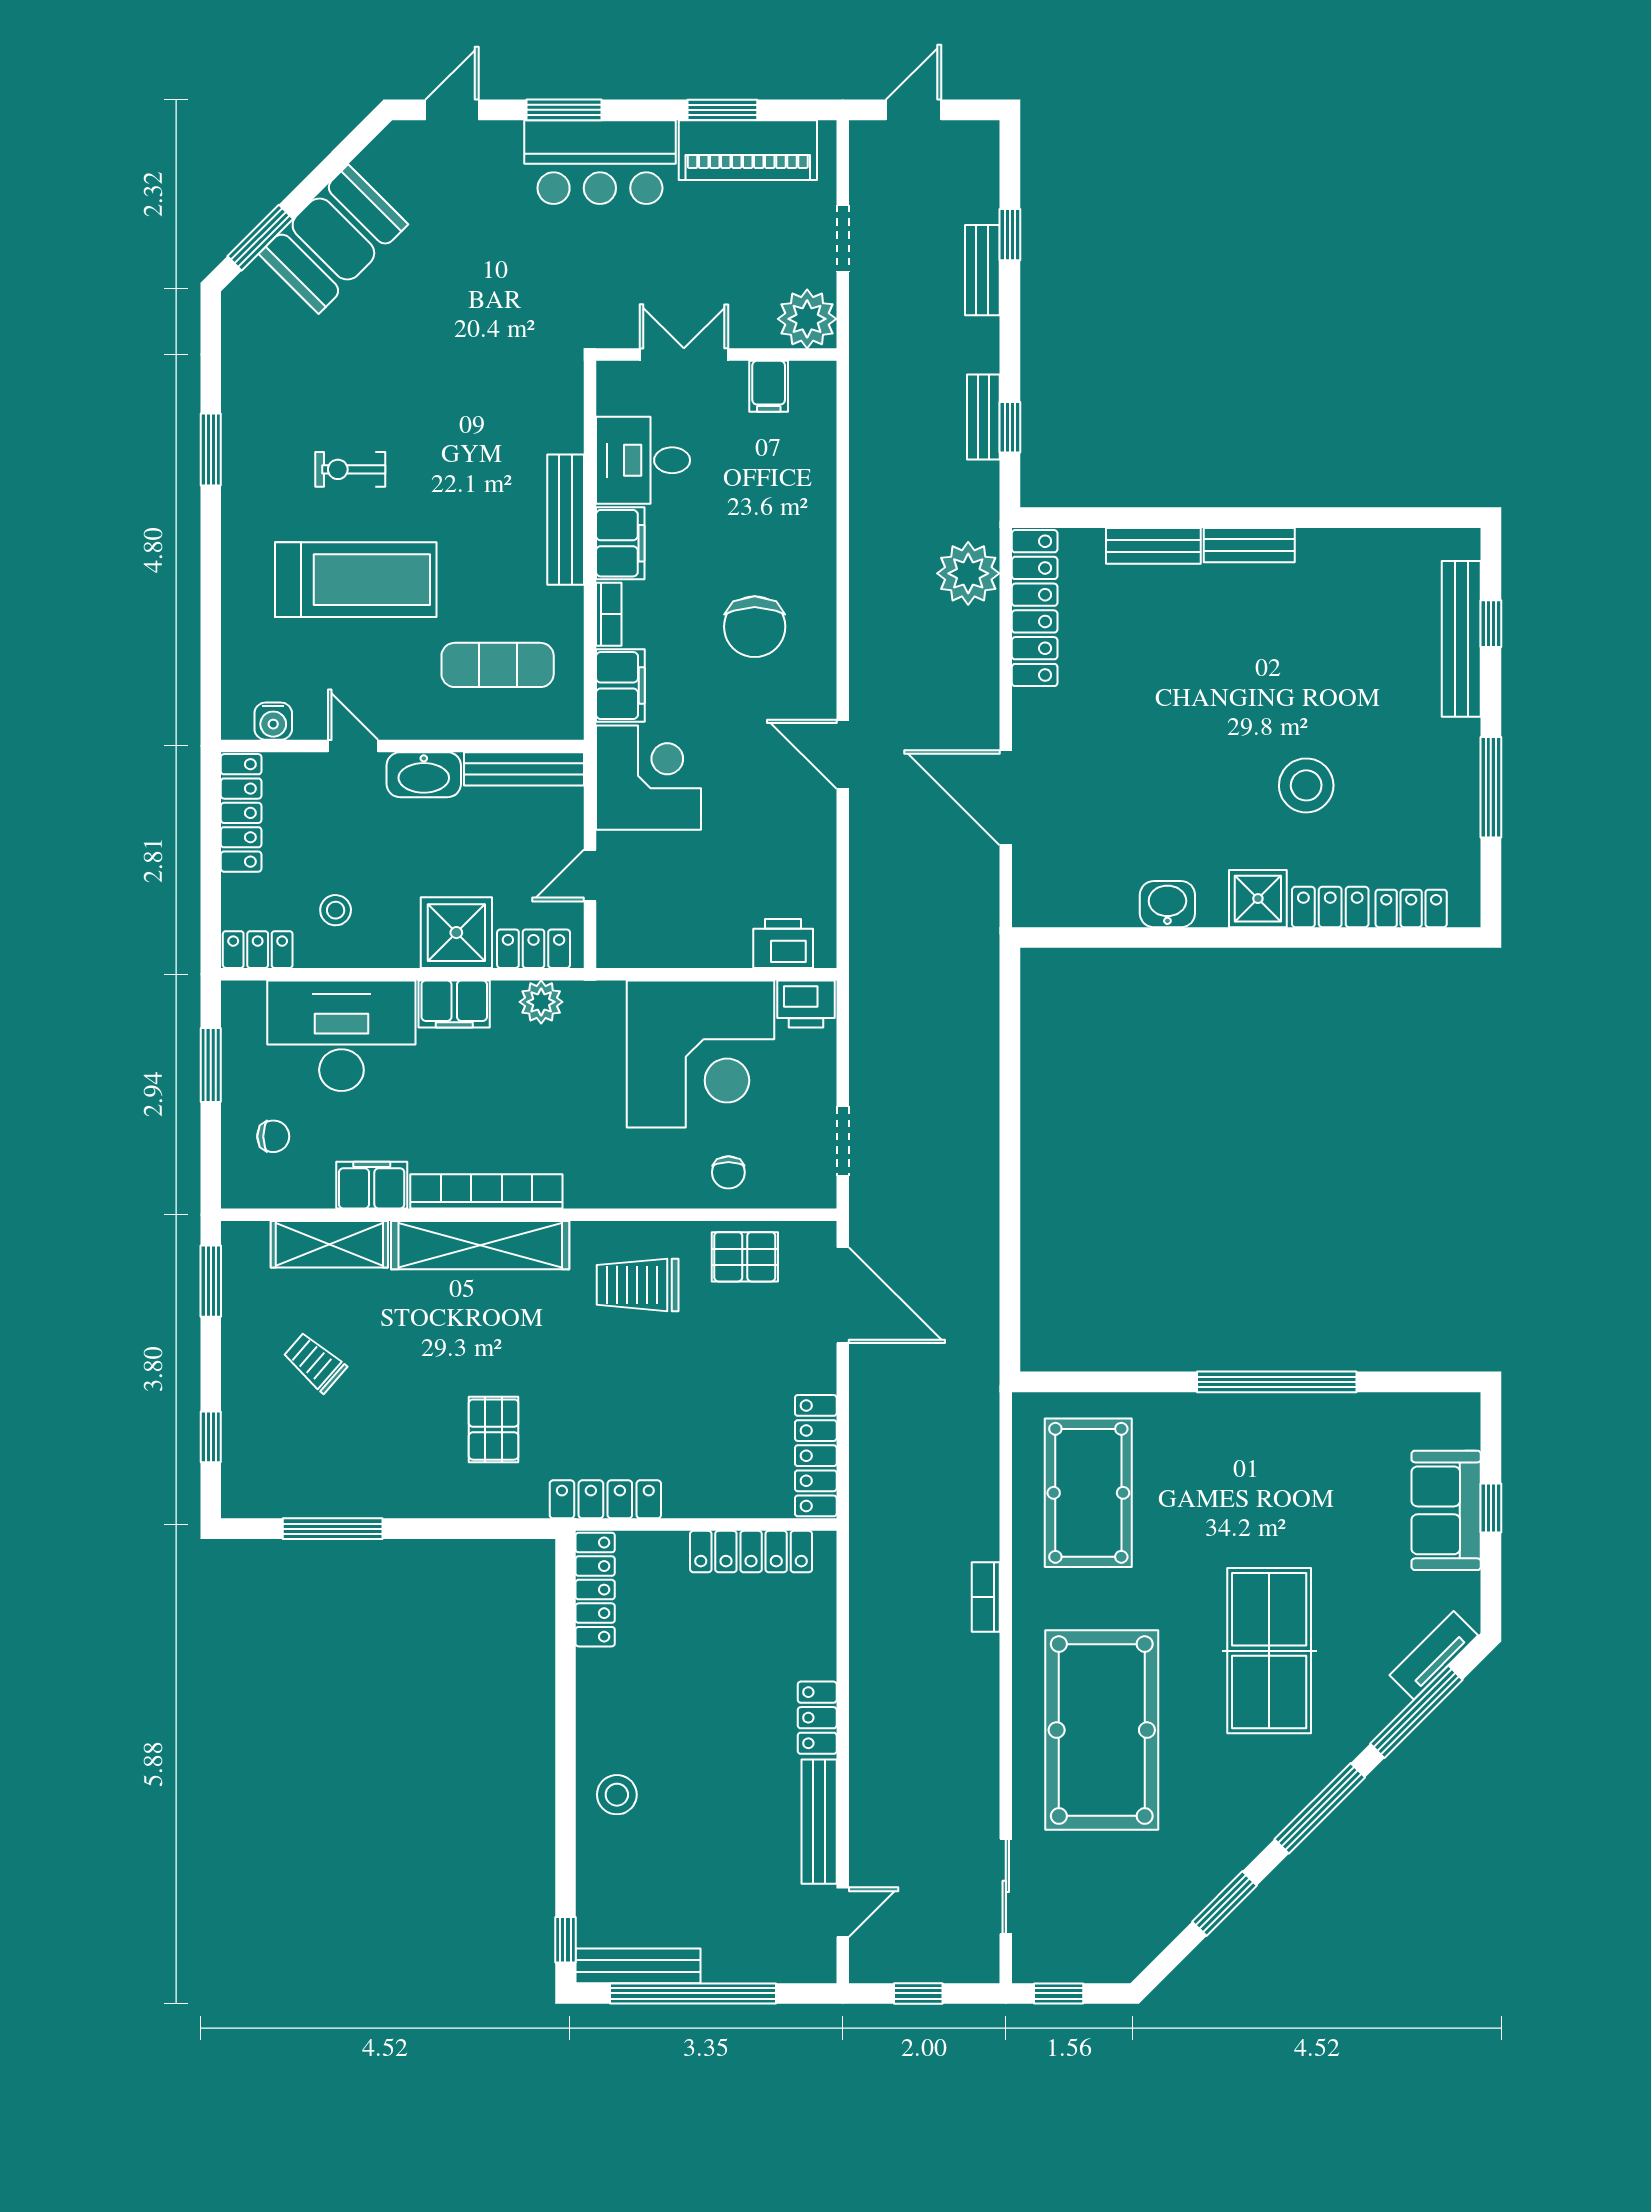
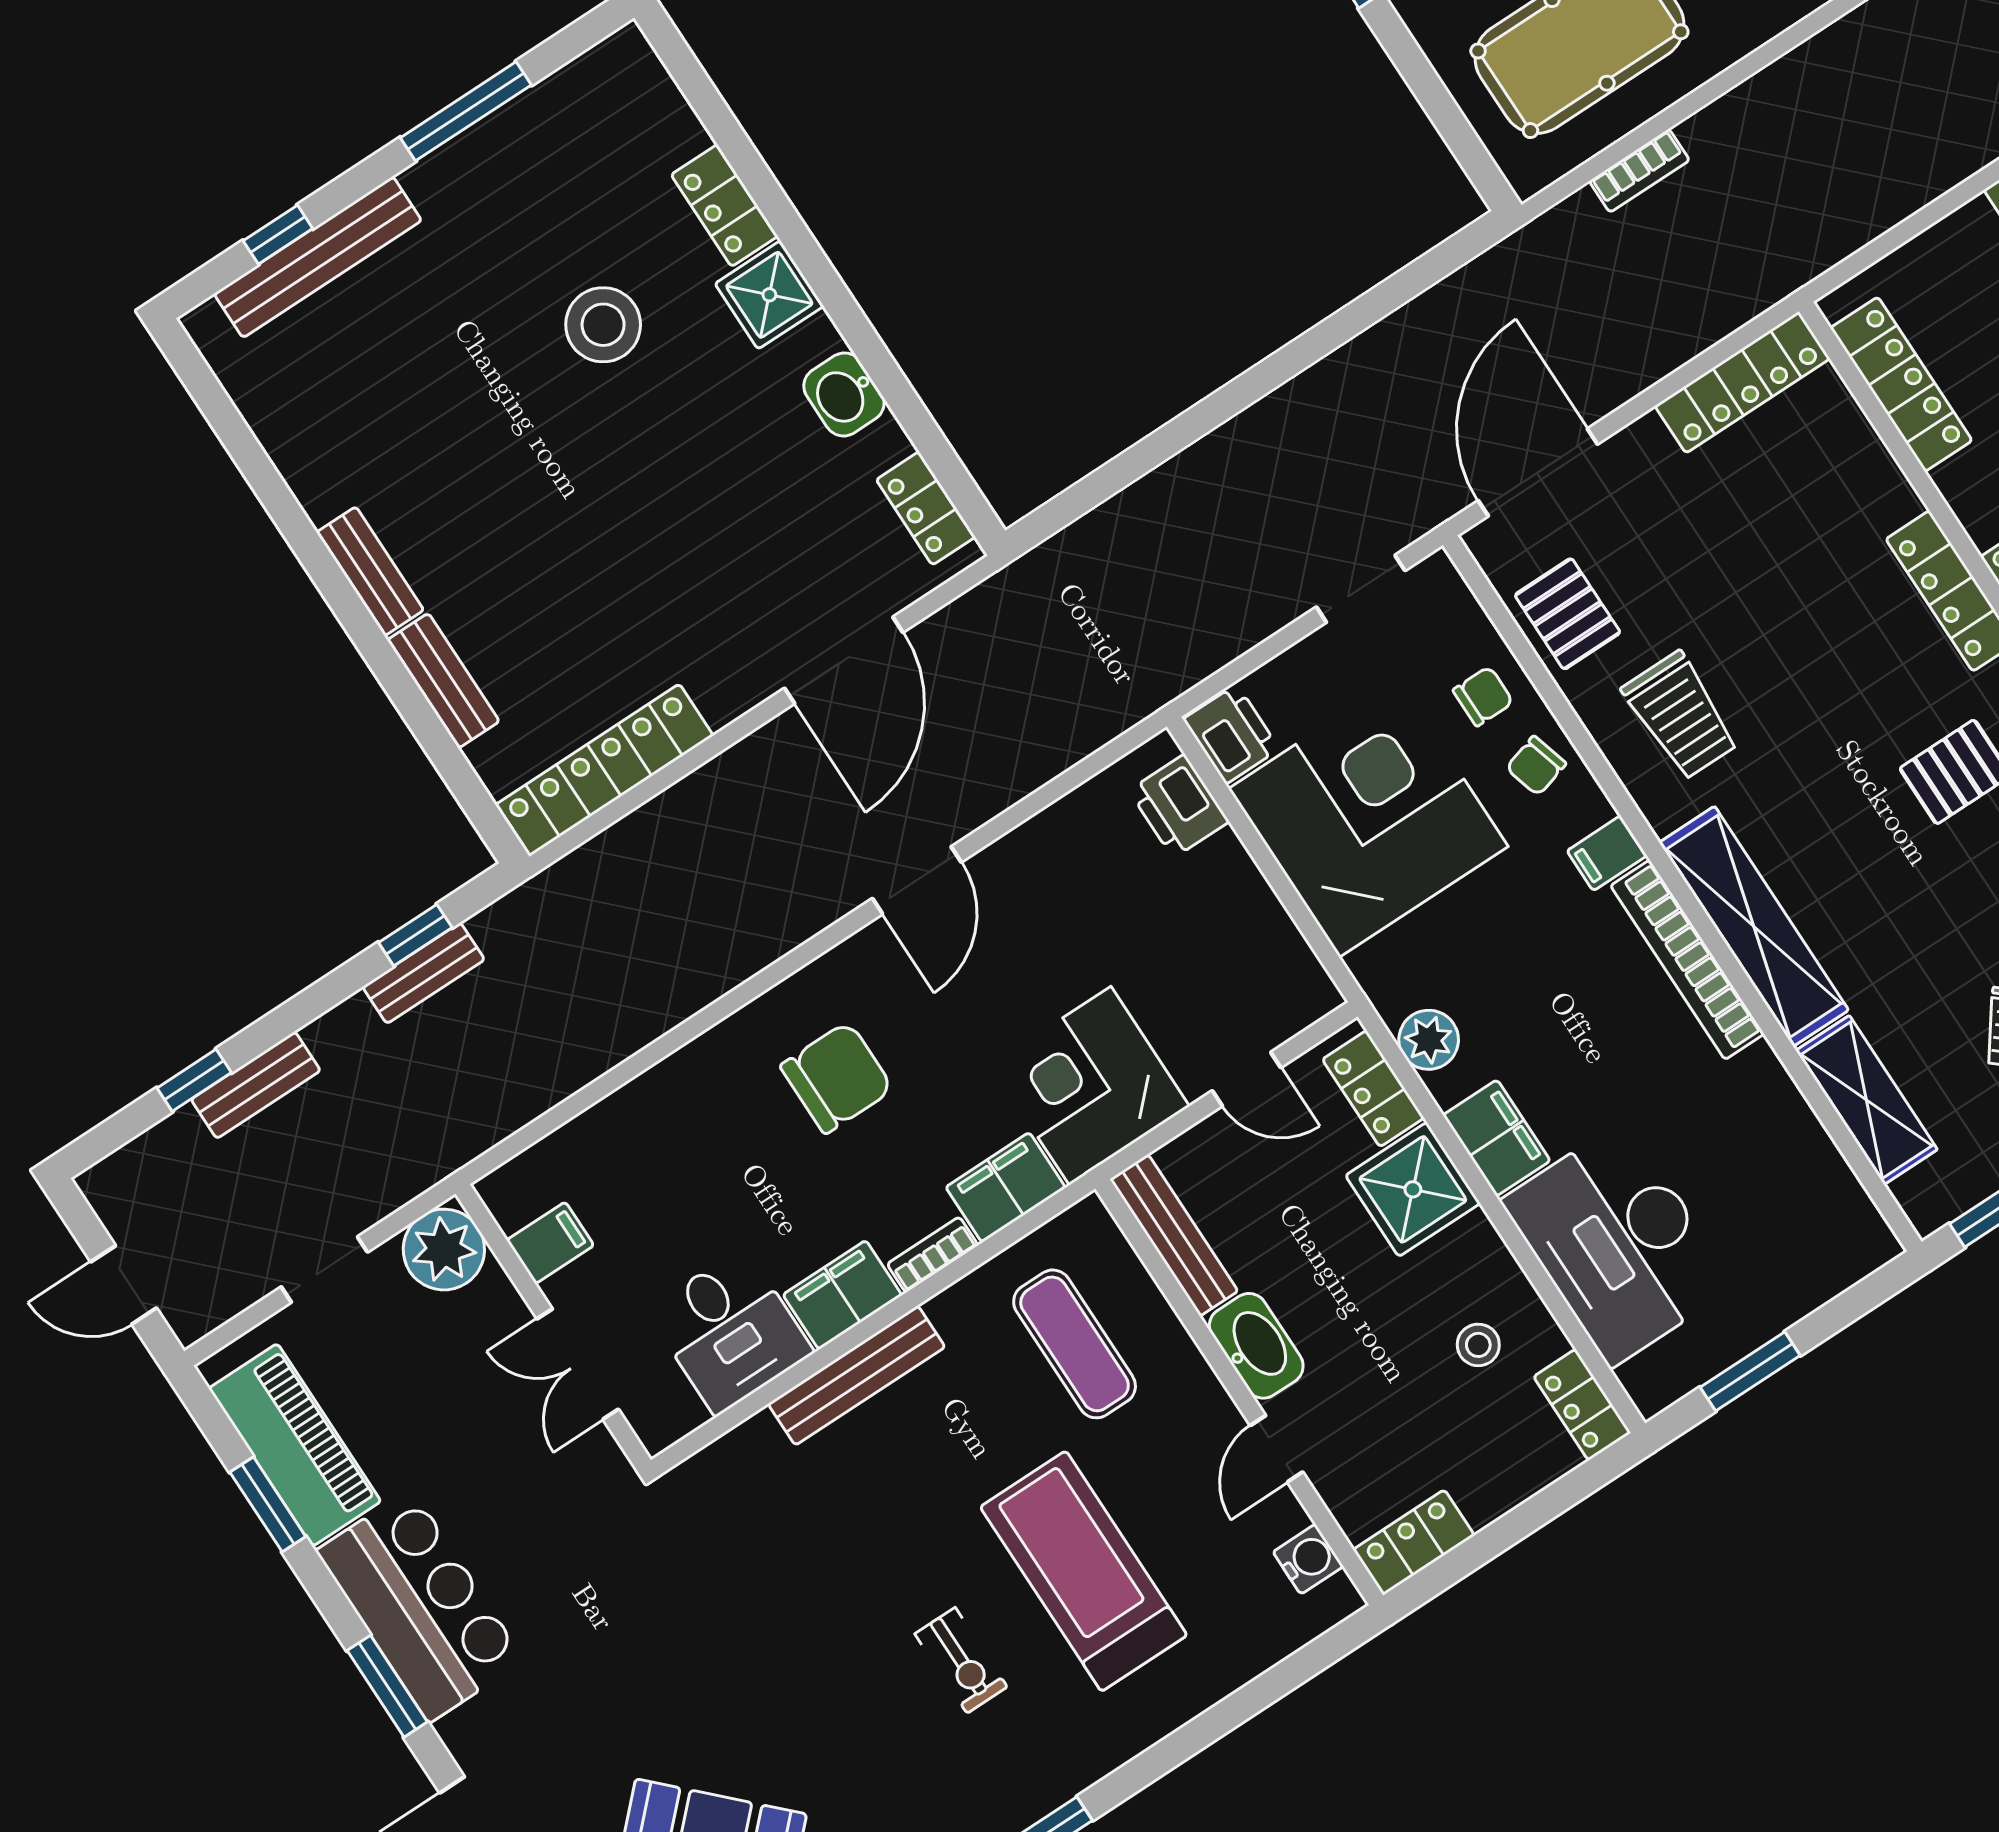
plant: (968, 573) -> (615, 873), removed
locker: (241, 813) -> (1414, 1543), width x0.66
locker: (1411, 908) -> (926, 508), moved
chair: (273, 1136) -> (1536, 766), moved, turned -106
filing cabinet: (372, 1185) -> (1607, 853), moved, width x0.50
bookcase: (986, 1597) -> (1639, 171), moved

